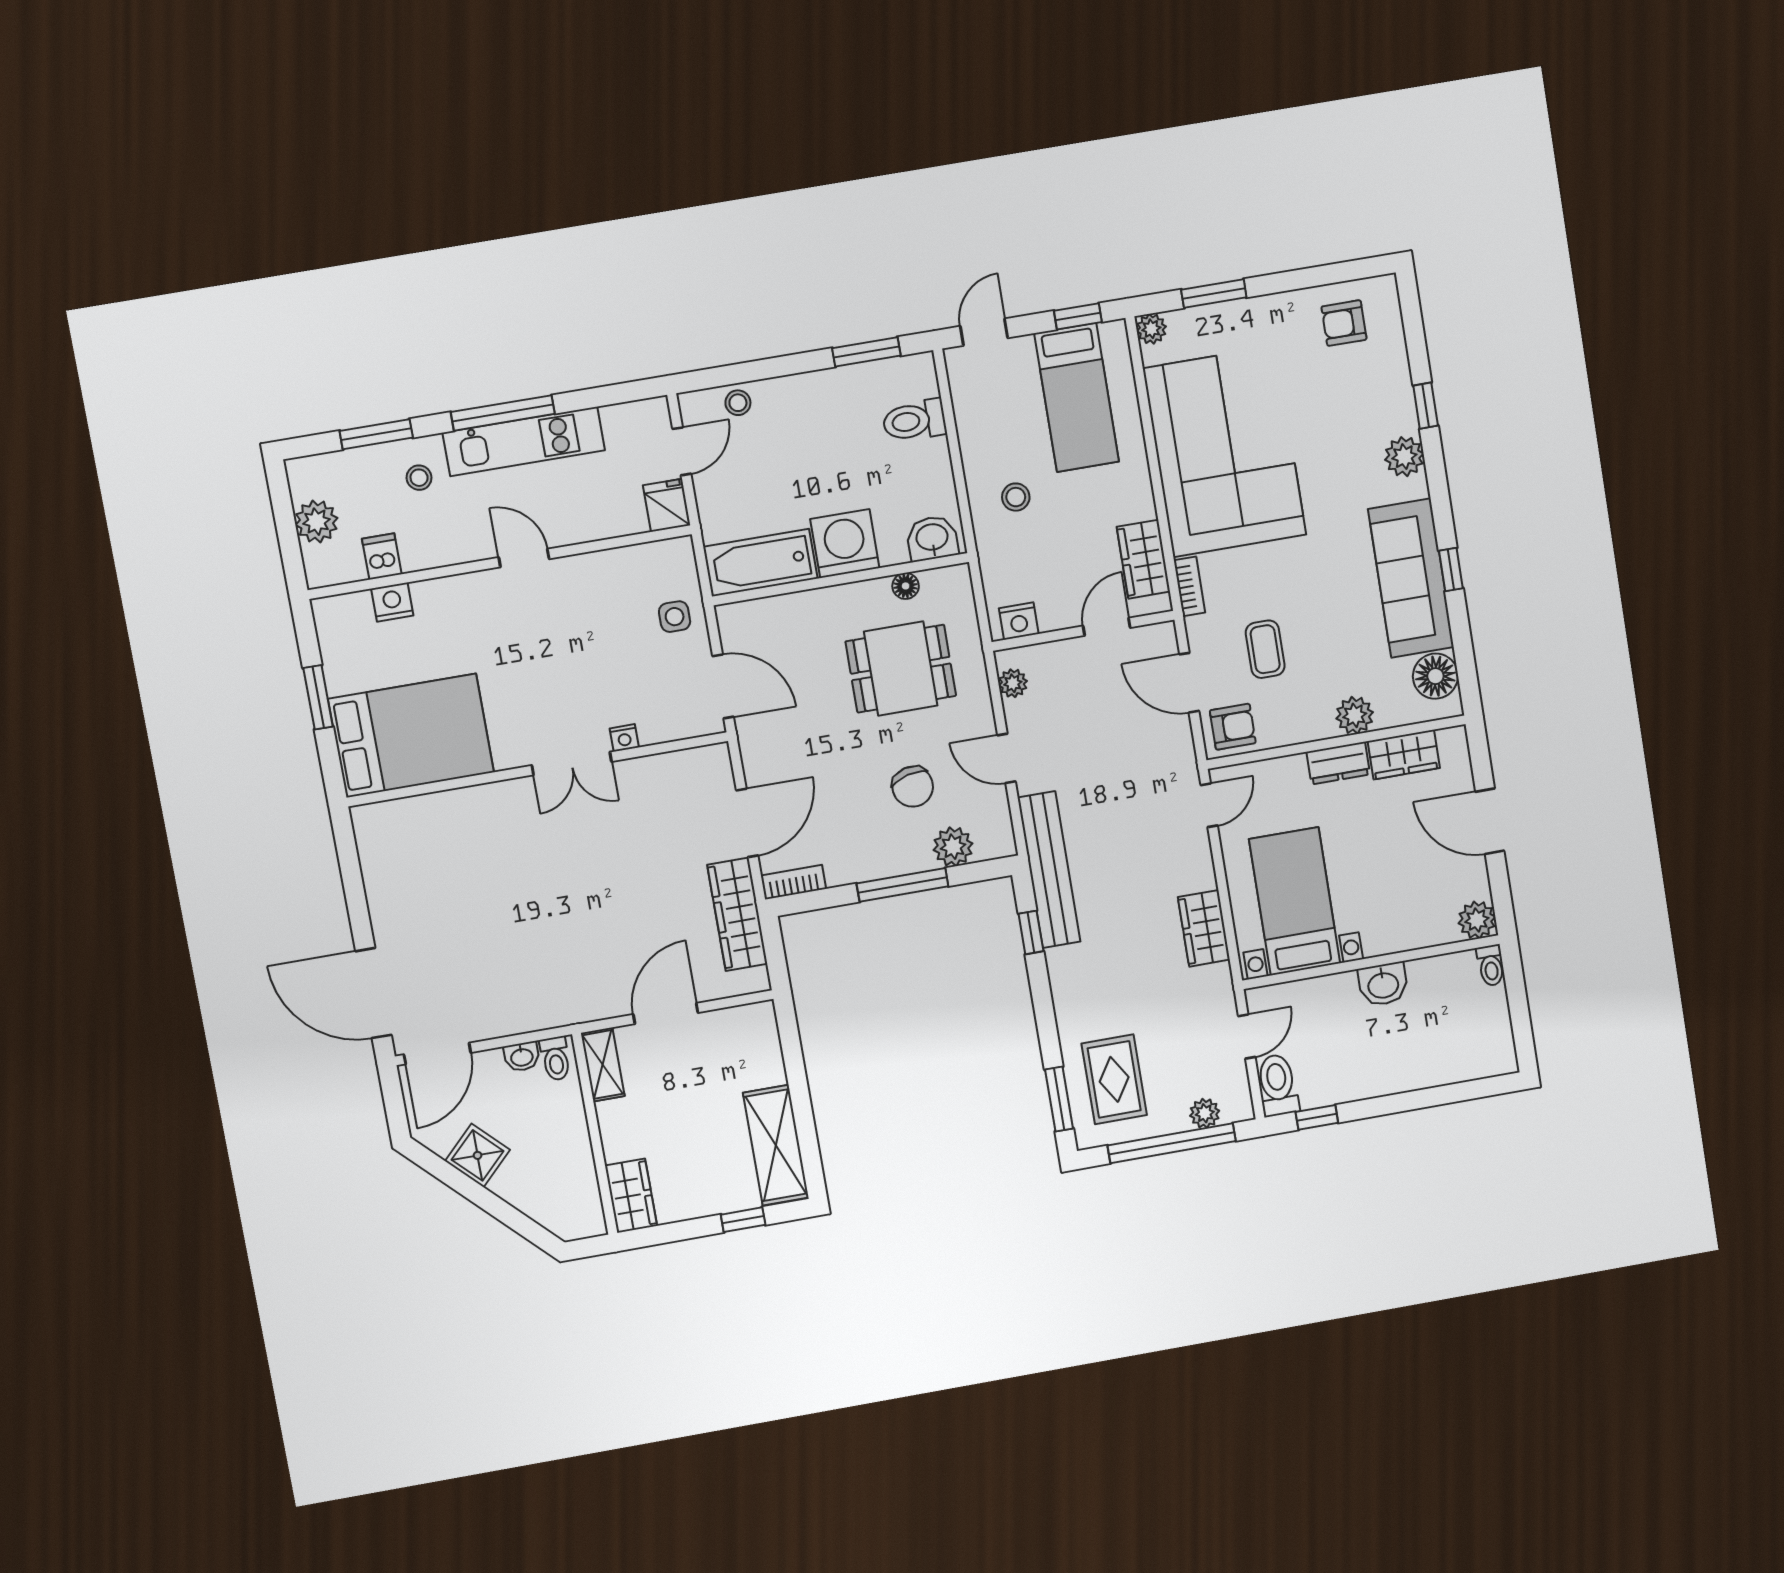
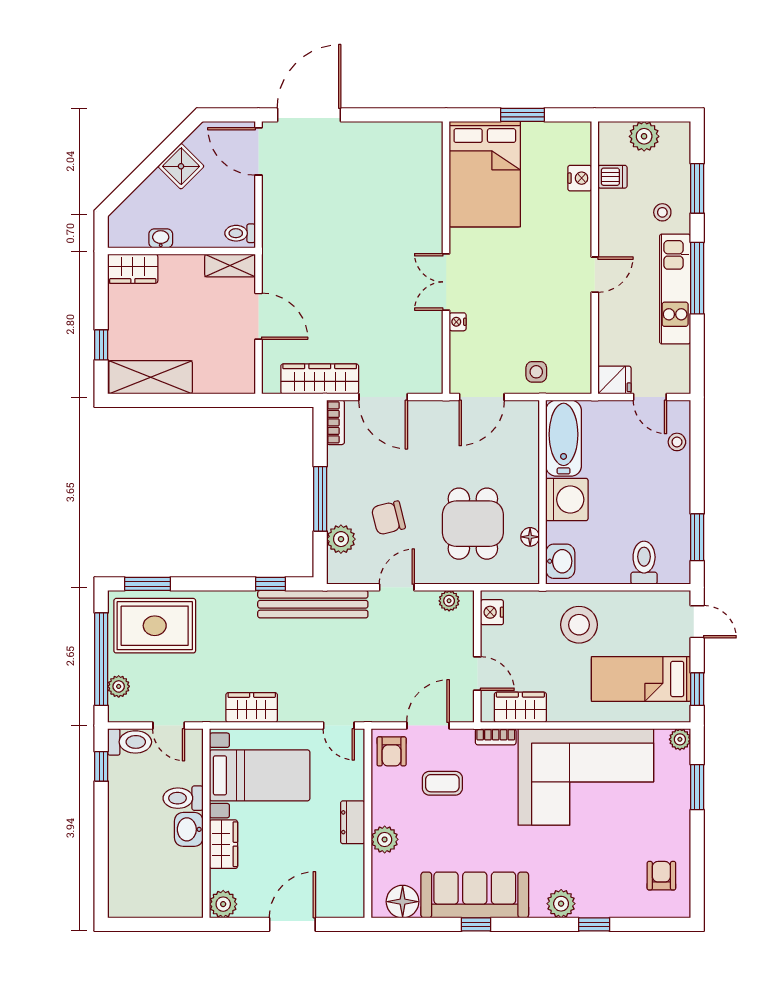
stool: (1016, 497) -> (579, 625), width x1.89, depth x1.89
wardrobe: (1404, 755) -> (223, 844), moved, turned 180
toilet: (1491, 965) -> (183, 798), moved, width x1.37, depth x1.39
washbasin: (522, 1057) -> (161, 238), moved, turned 90
rug: (1114, 1079) -> (155, 626), width x1.36, depth x1.43

